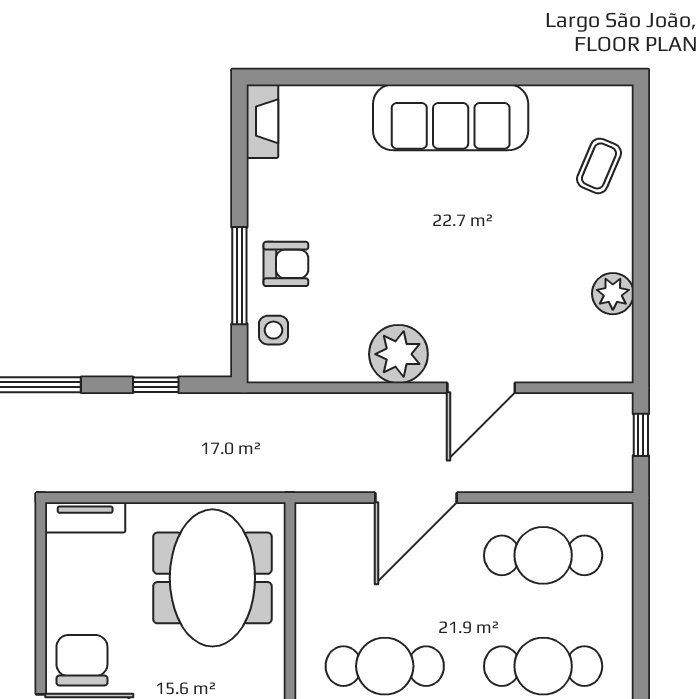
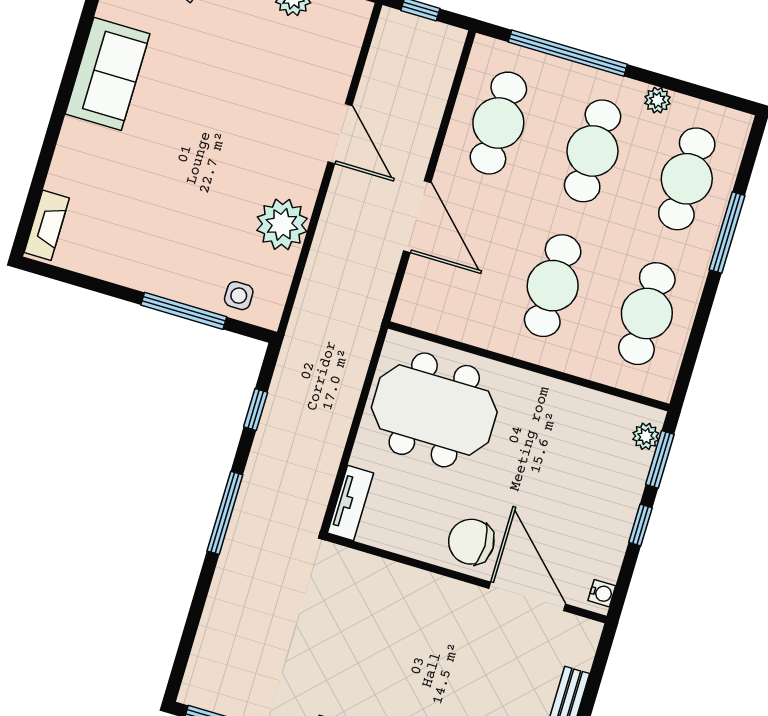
sofa: (451, 117) -> (108, 74), width x0.73
fireplace: (262, 121) -> (47, 225), moved, turned 90
armchair: (286, 264) -> (186, 268), removed
plant: (398, 354) -> (282, 224), moved
window: (641, 608) -> (568, 53), added

